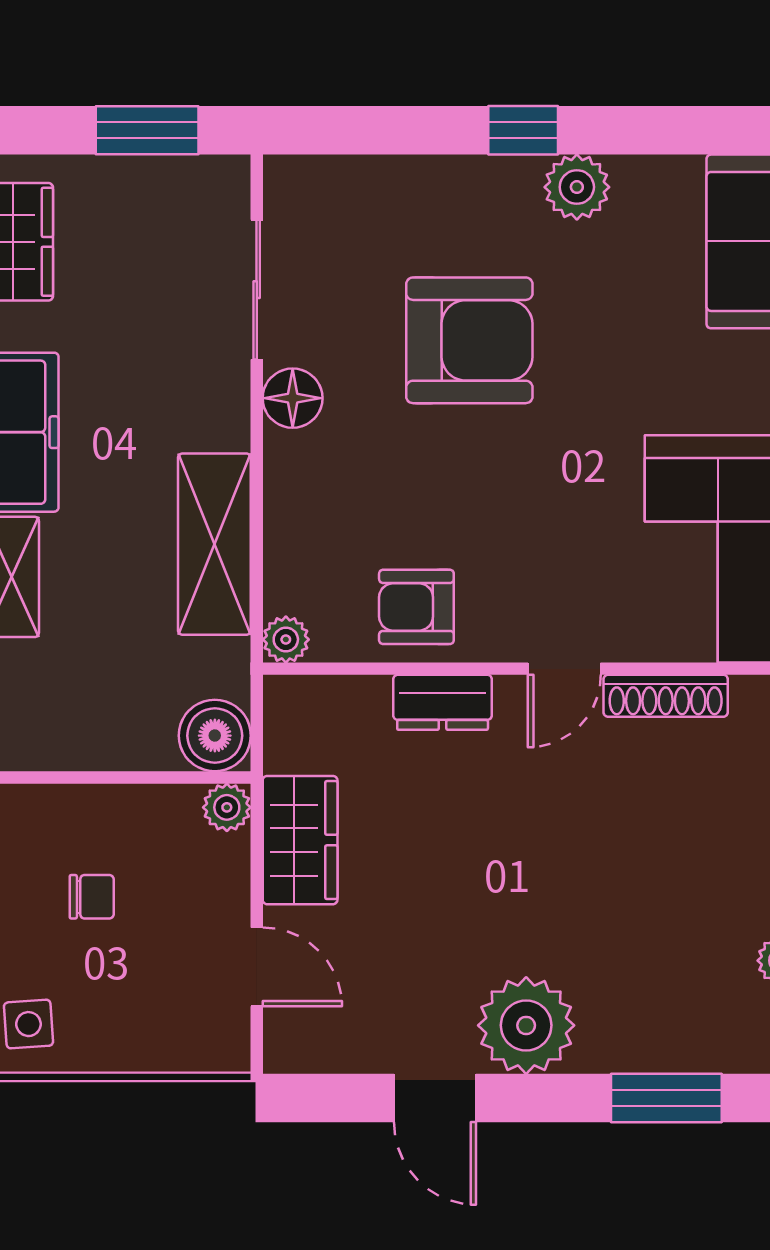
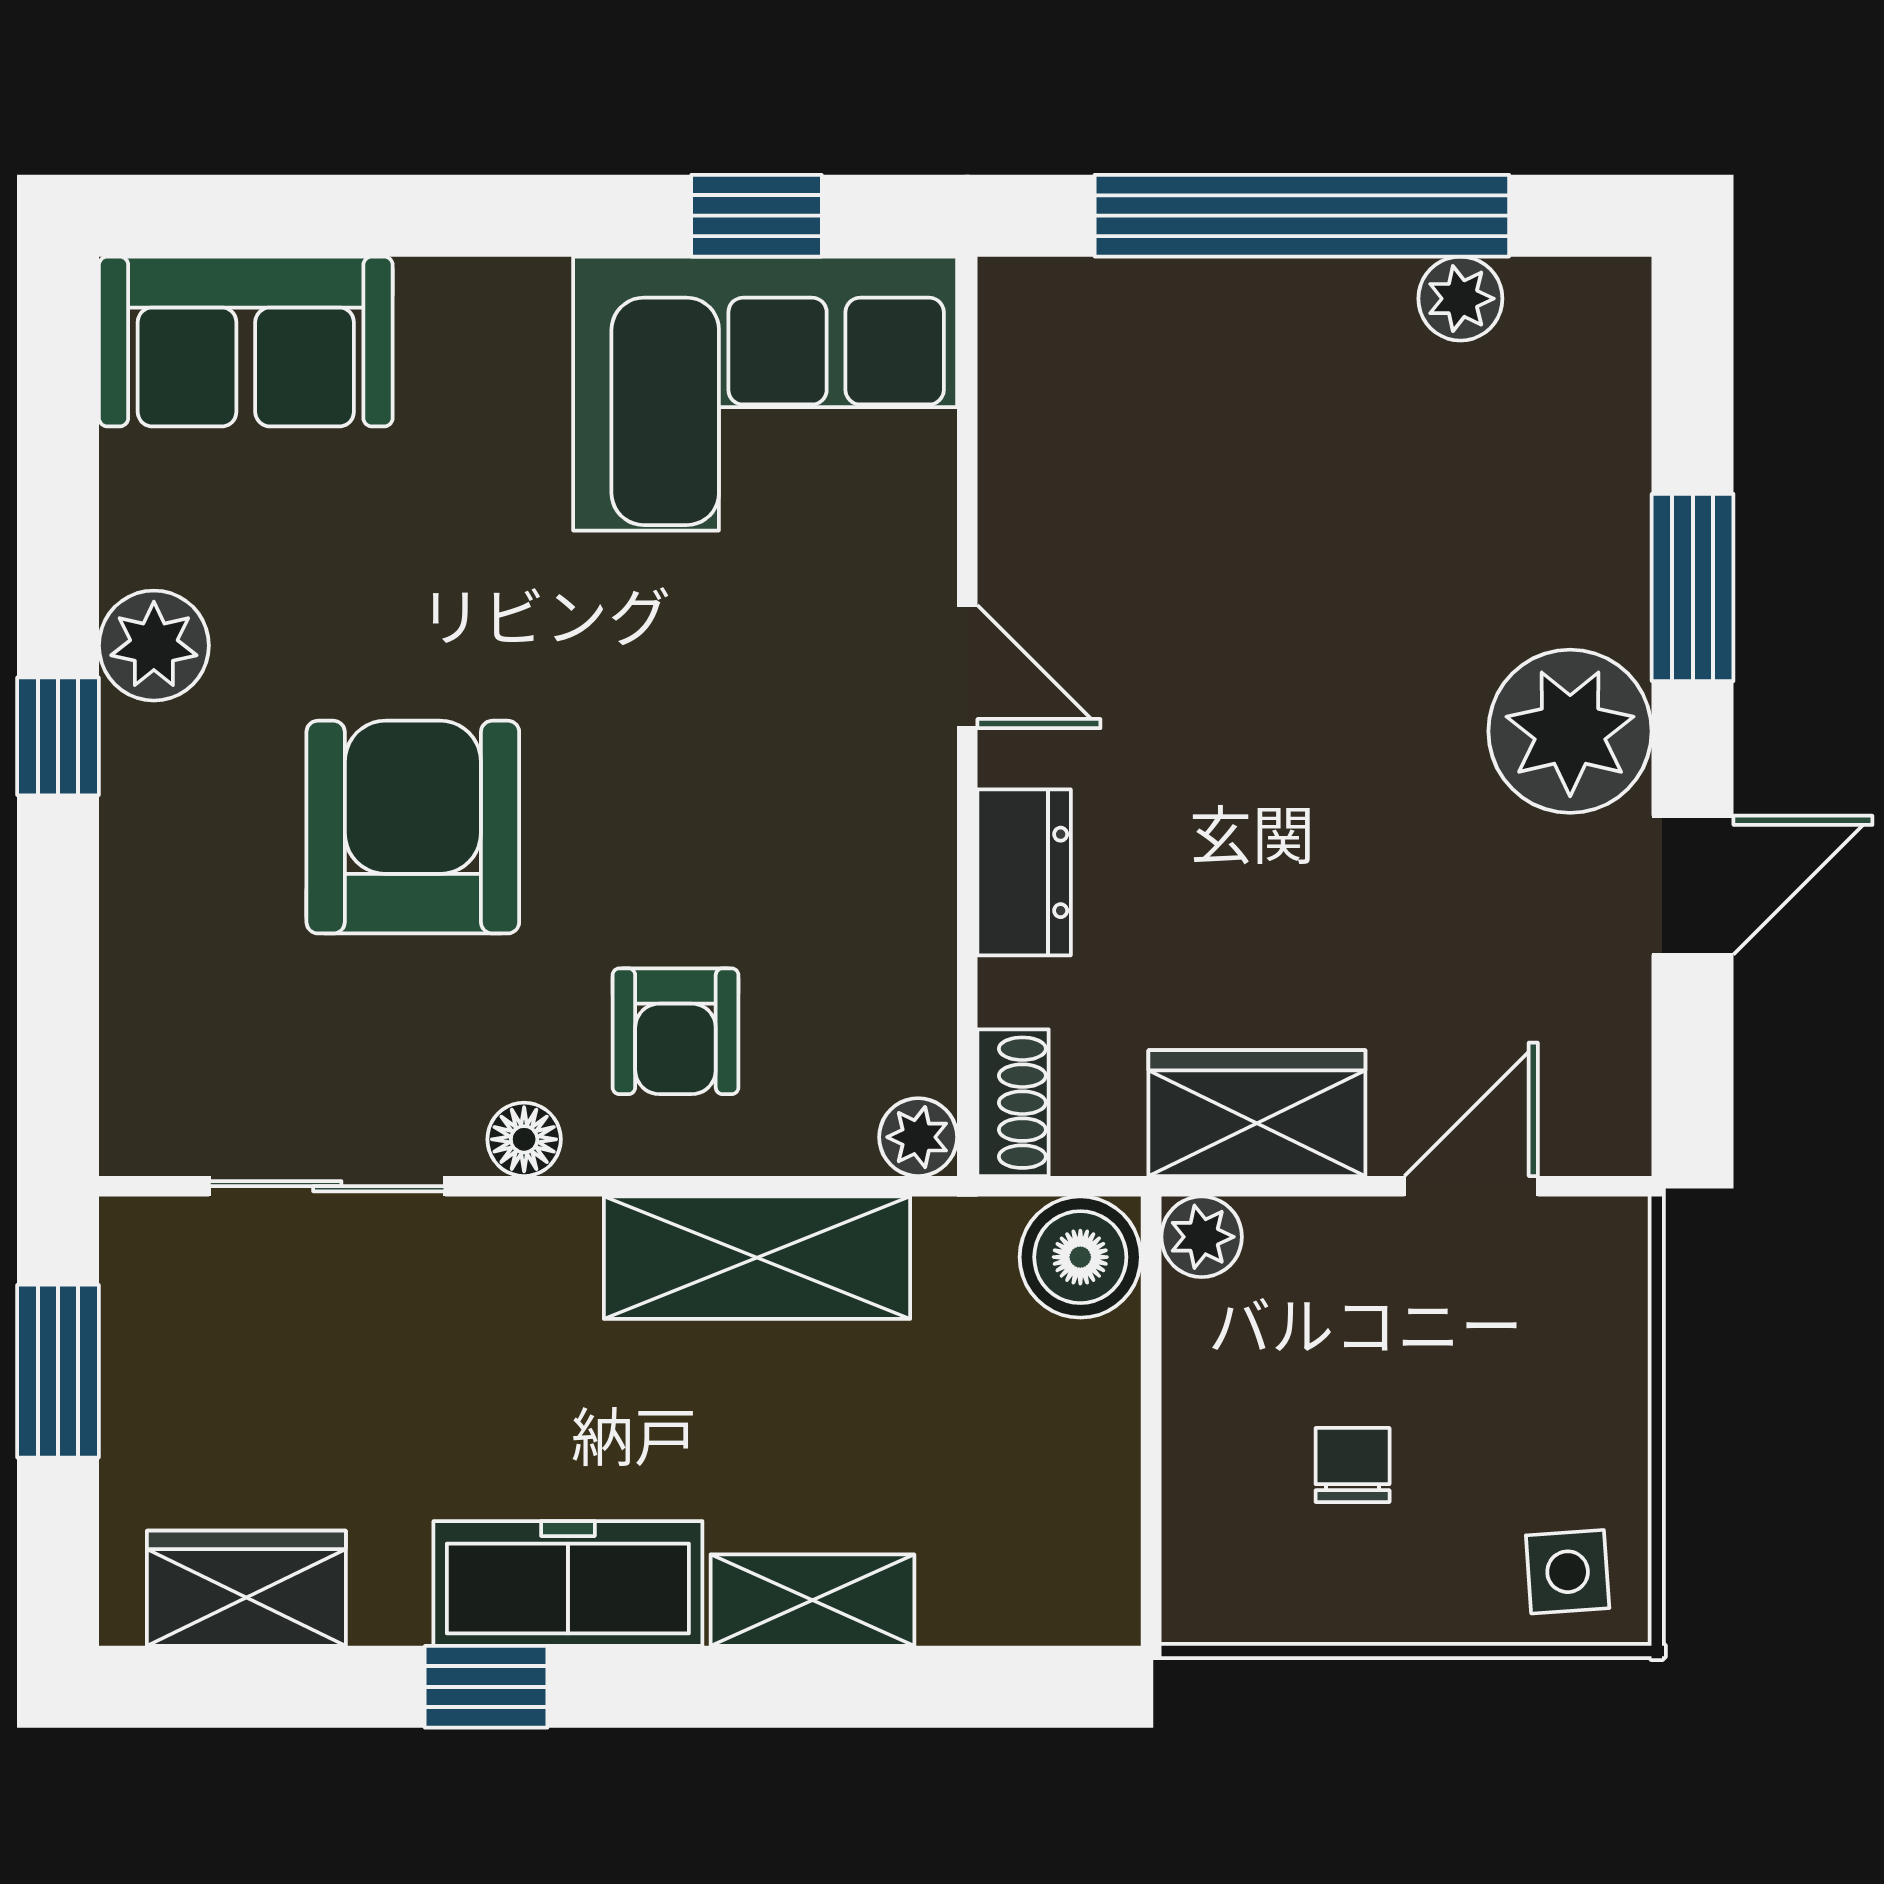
floor lamp: (293, 398) -> (524, 1139), width x0.73, depth x0.73
armchair: (416, 607) -> (675, 1031), moved
shoe rack: (666, 696) -> (1013, 1103), moved, width x0.70
window: (666, 1098) -> (1693, 587), moved

